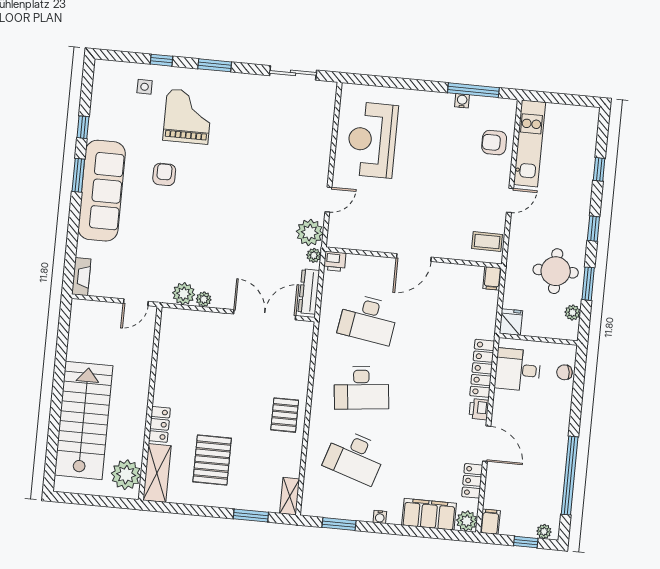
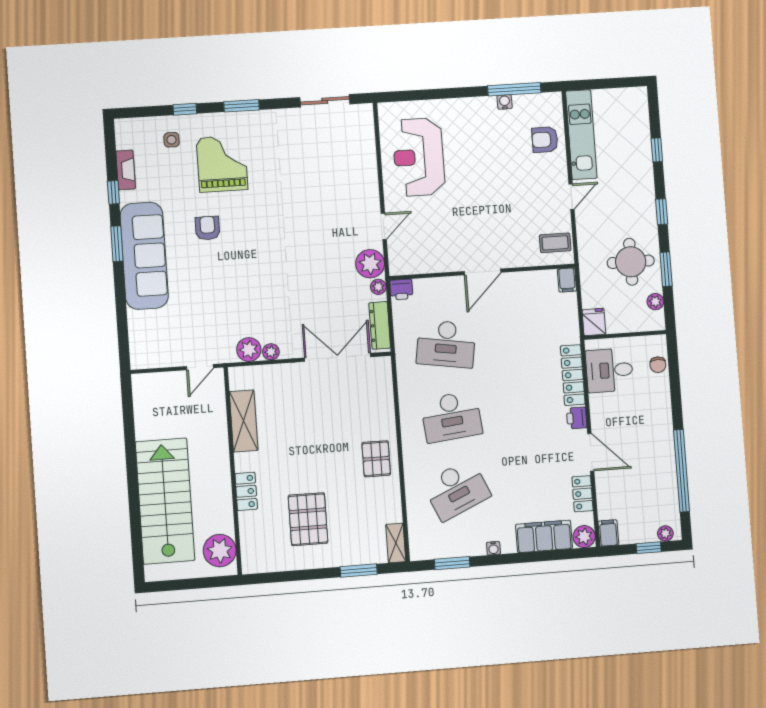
fireplace: (81, 277) -> (126, 170), moved
chair: (565, 372) -> (658, 365), turned -82
desk: (355, 457) -> (457, 490), turned -42
shelving: (157, 473) -> (244, 421), moved

